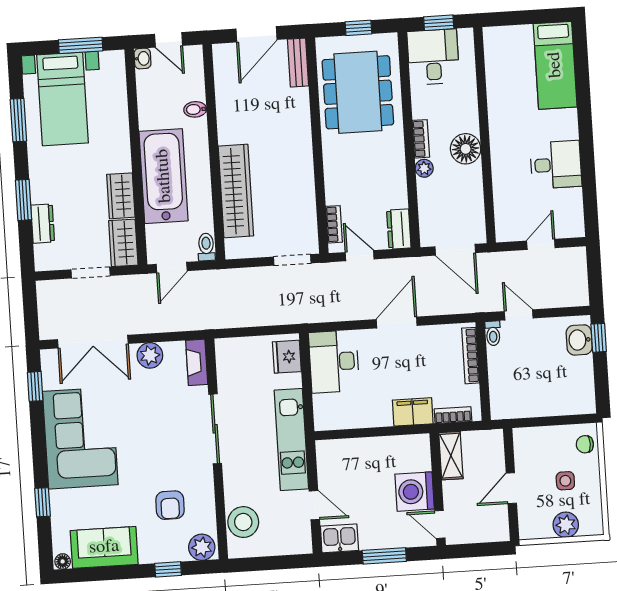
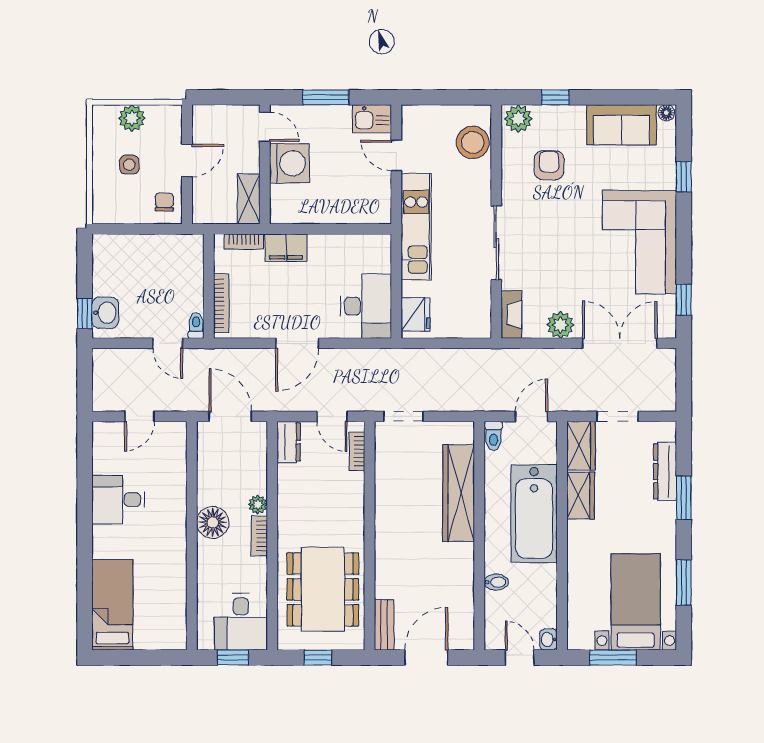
dresser: (43, 224) -> (665, 472), width x1.44
chair: (585, 444) -> (164, 202), moved, turned -90

